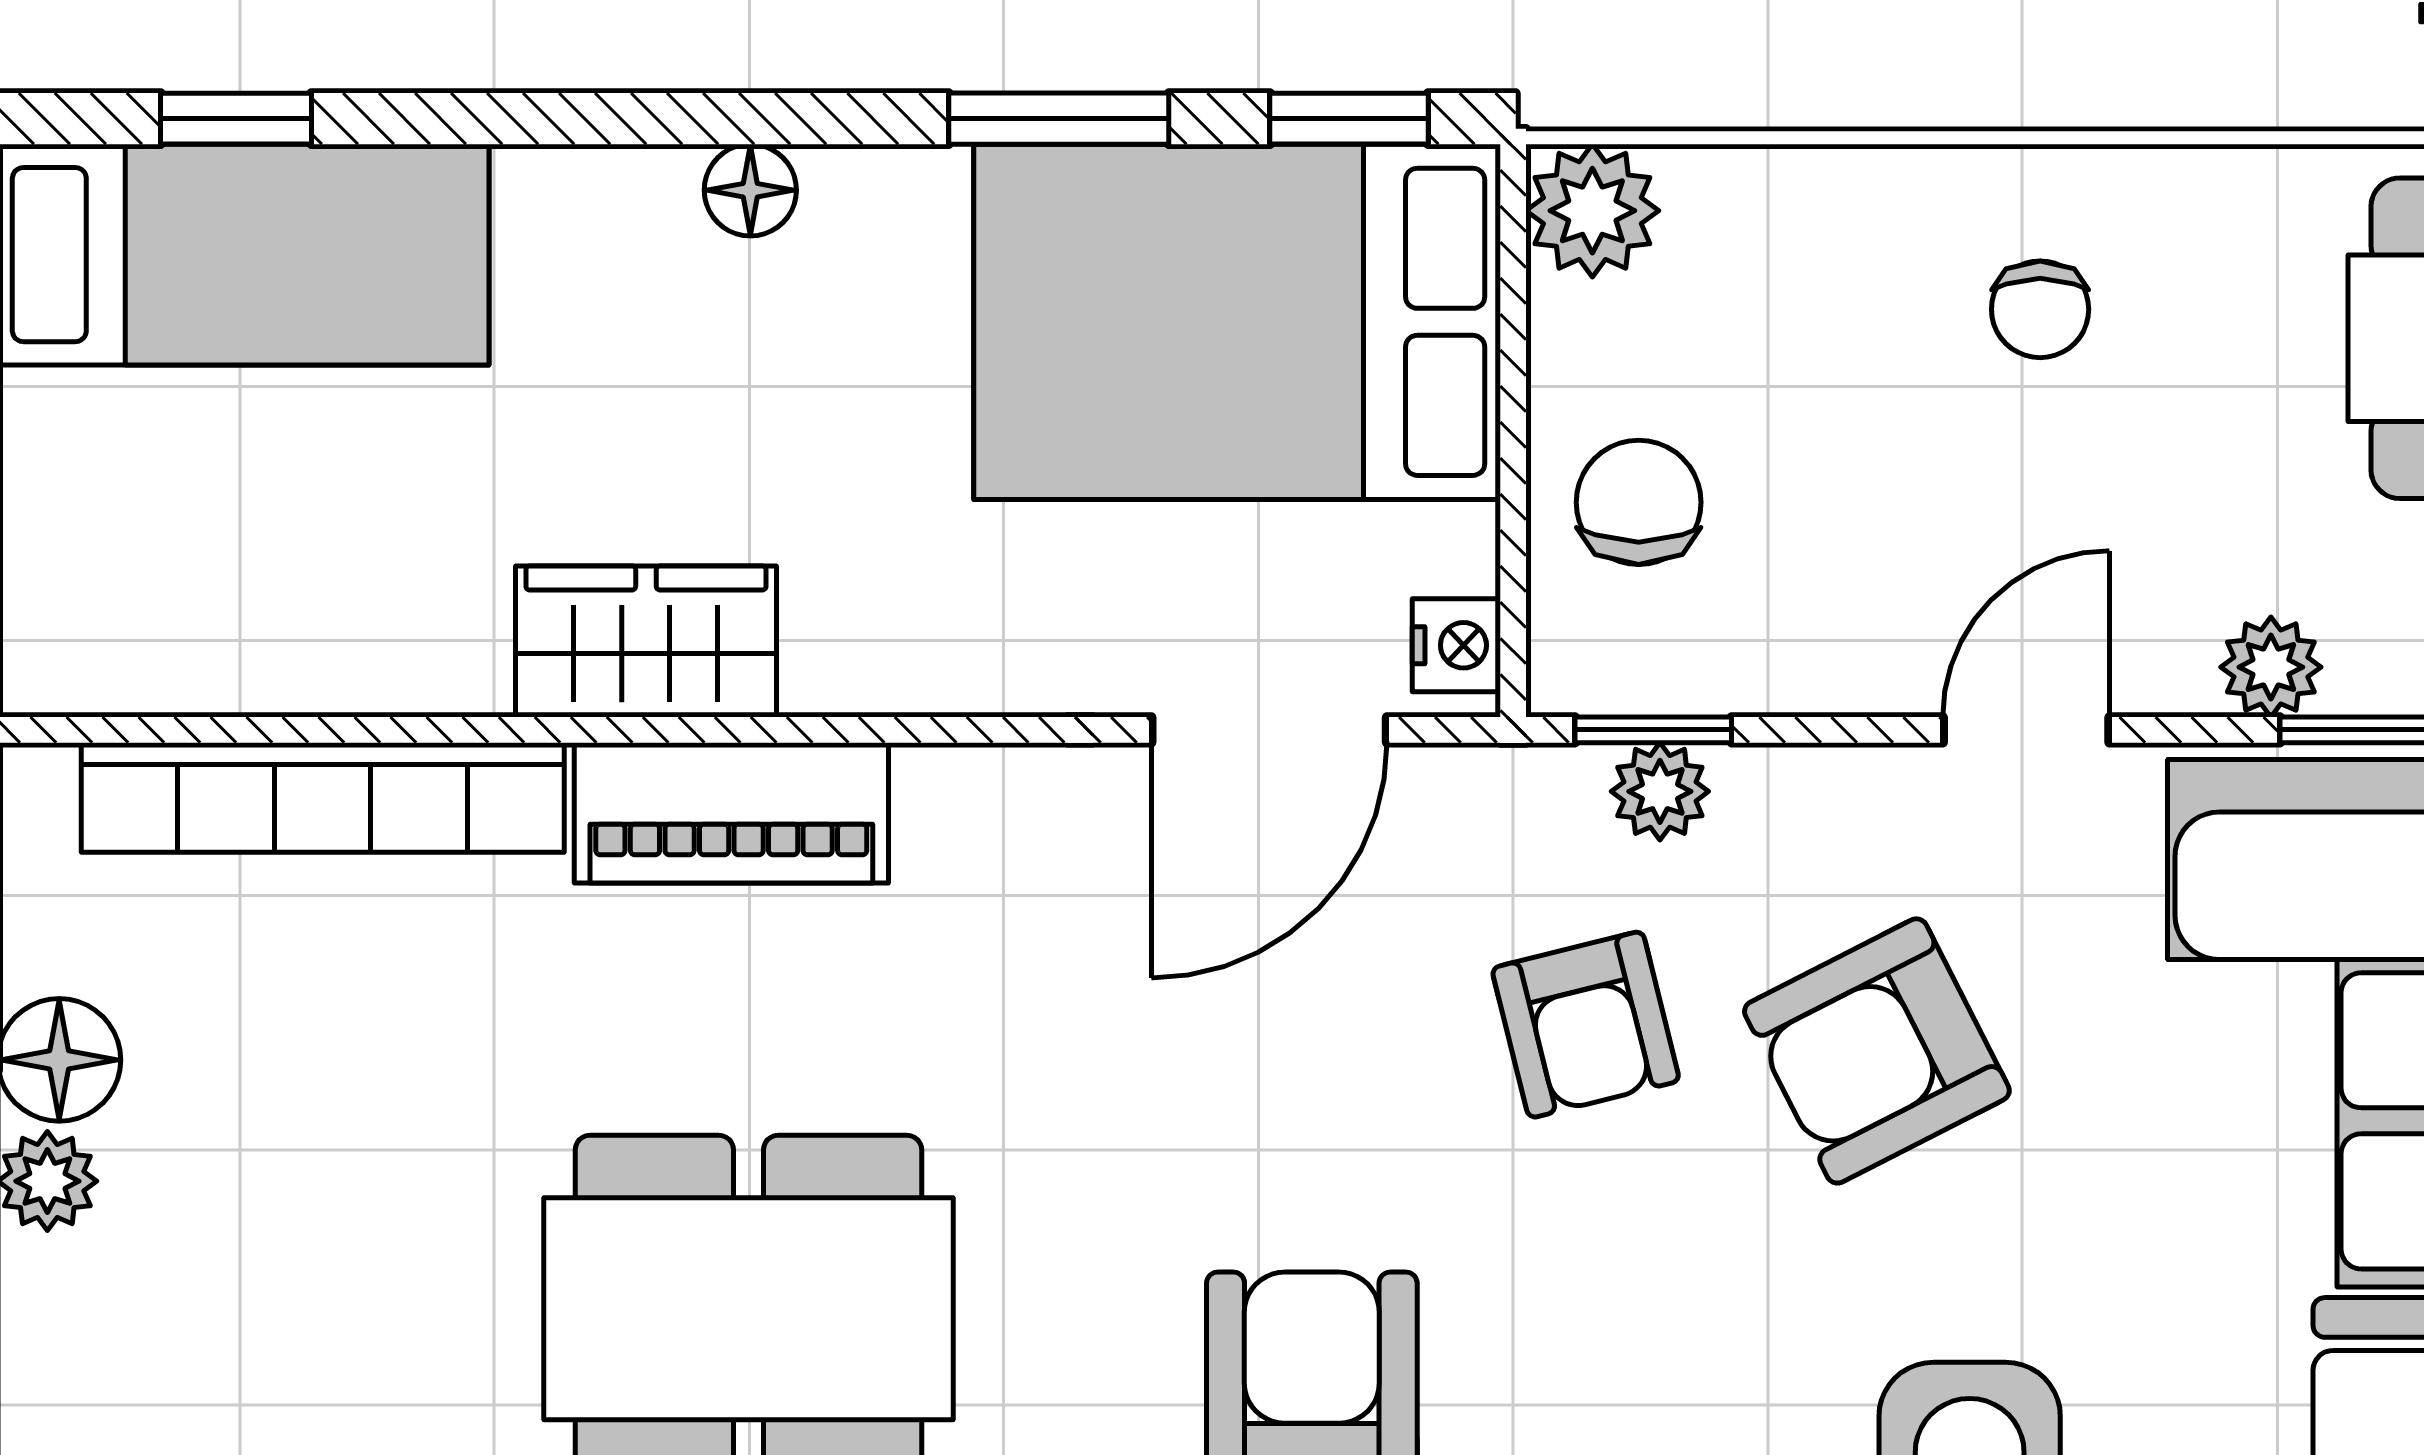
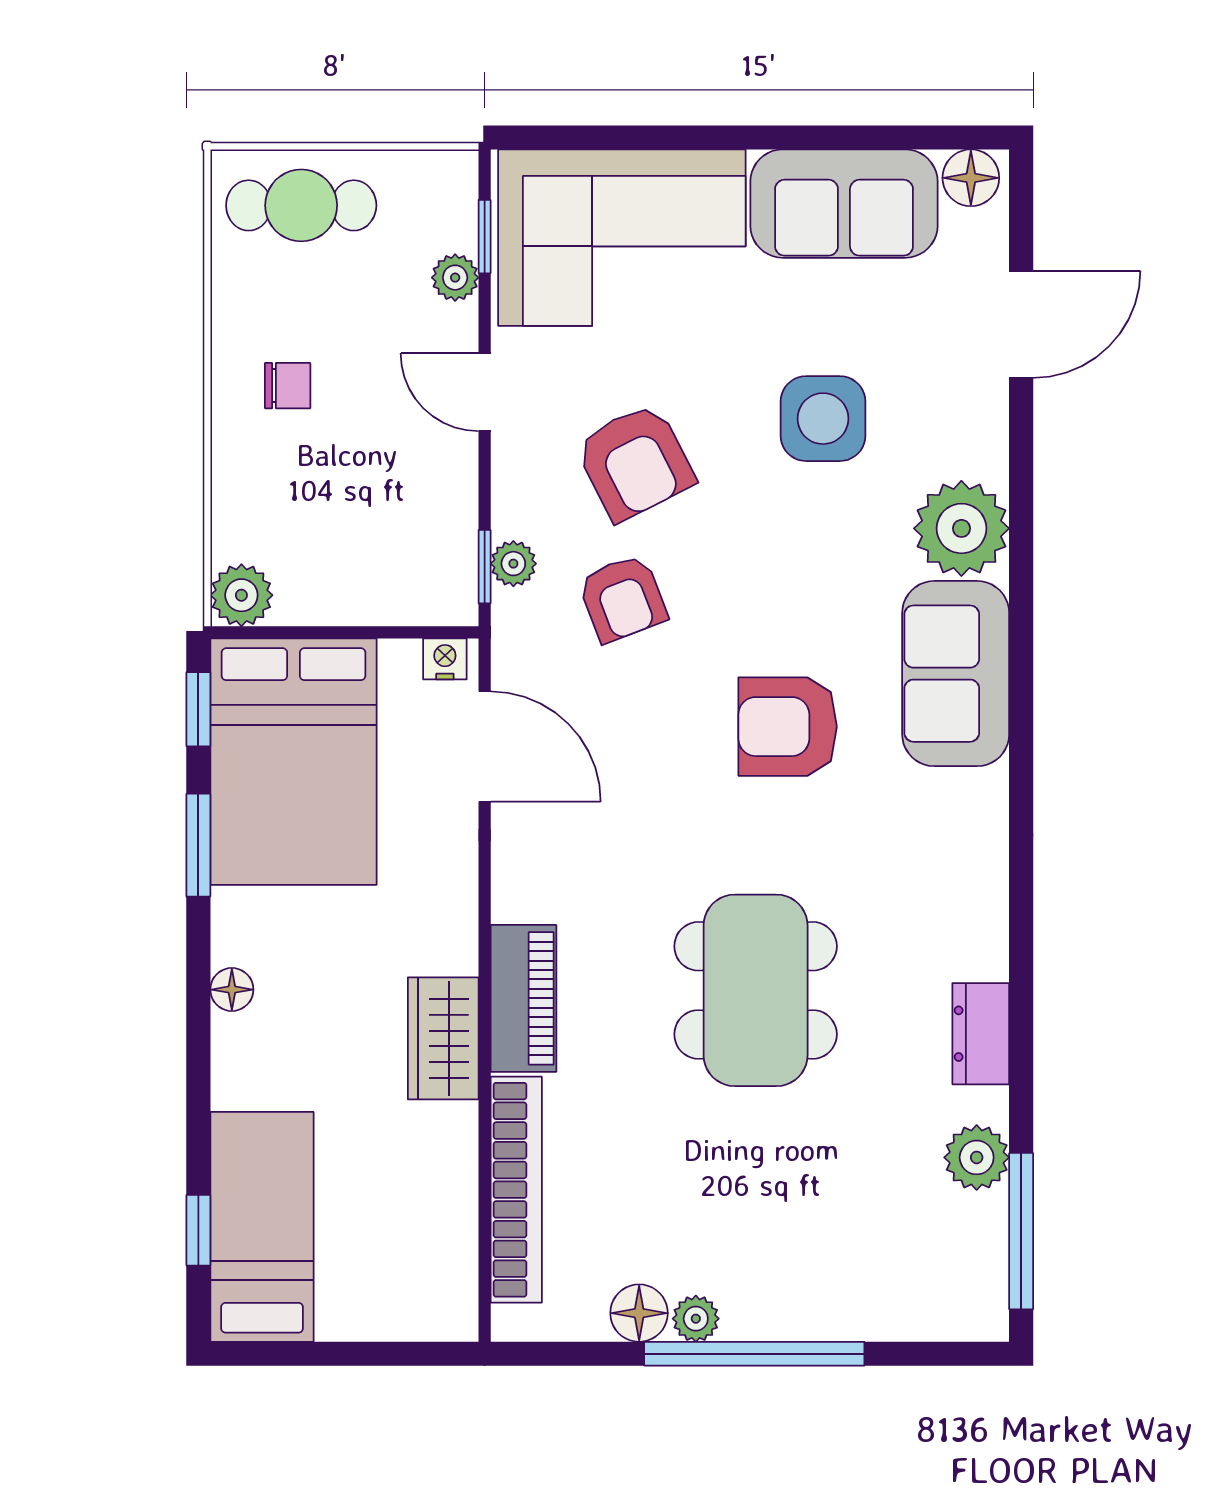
chair: (1639, 502) -> (378, 574), removed
armchair: (1586, 1025) -> (623, 598), turned 83

